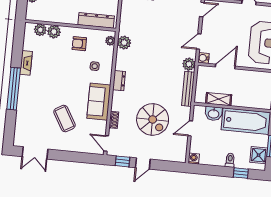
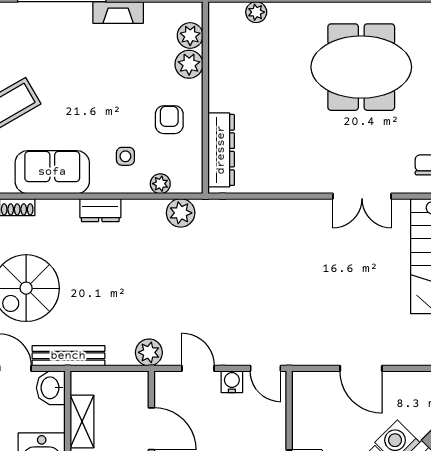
plant: (110, 41) -> (160, 184), moved
water cooler: (204, 58) -> (232, 382), moved
bench: (188, 89) -> (68, 356), moved
washbasin: (214, 114) -> (51, 388), moved

